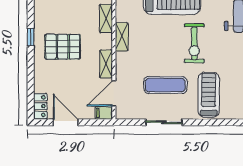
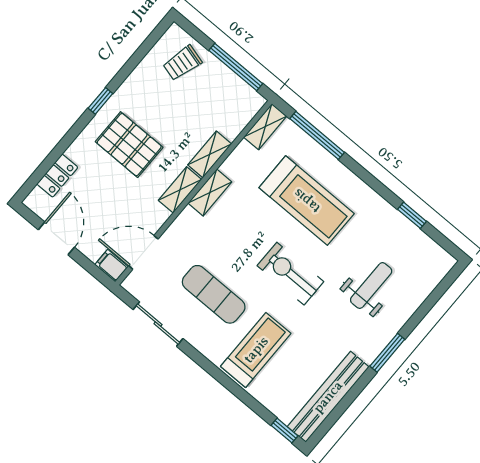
exercise bike: (194, 43) -> (290, 274), turned 90
shelving: (106, 64) -> (180, 190), moved
locker: (40, 106) -> (57, 176), moved
sliding door: (164, 122) -> (158, 324), moved

